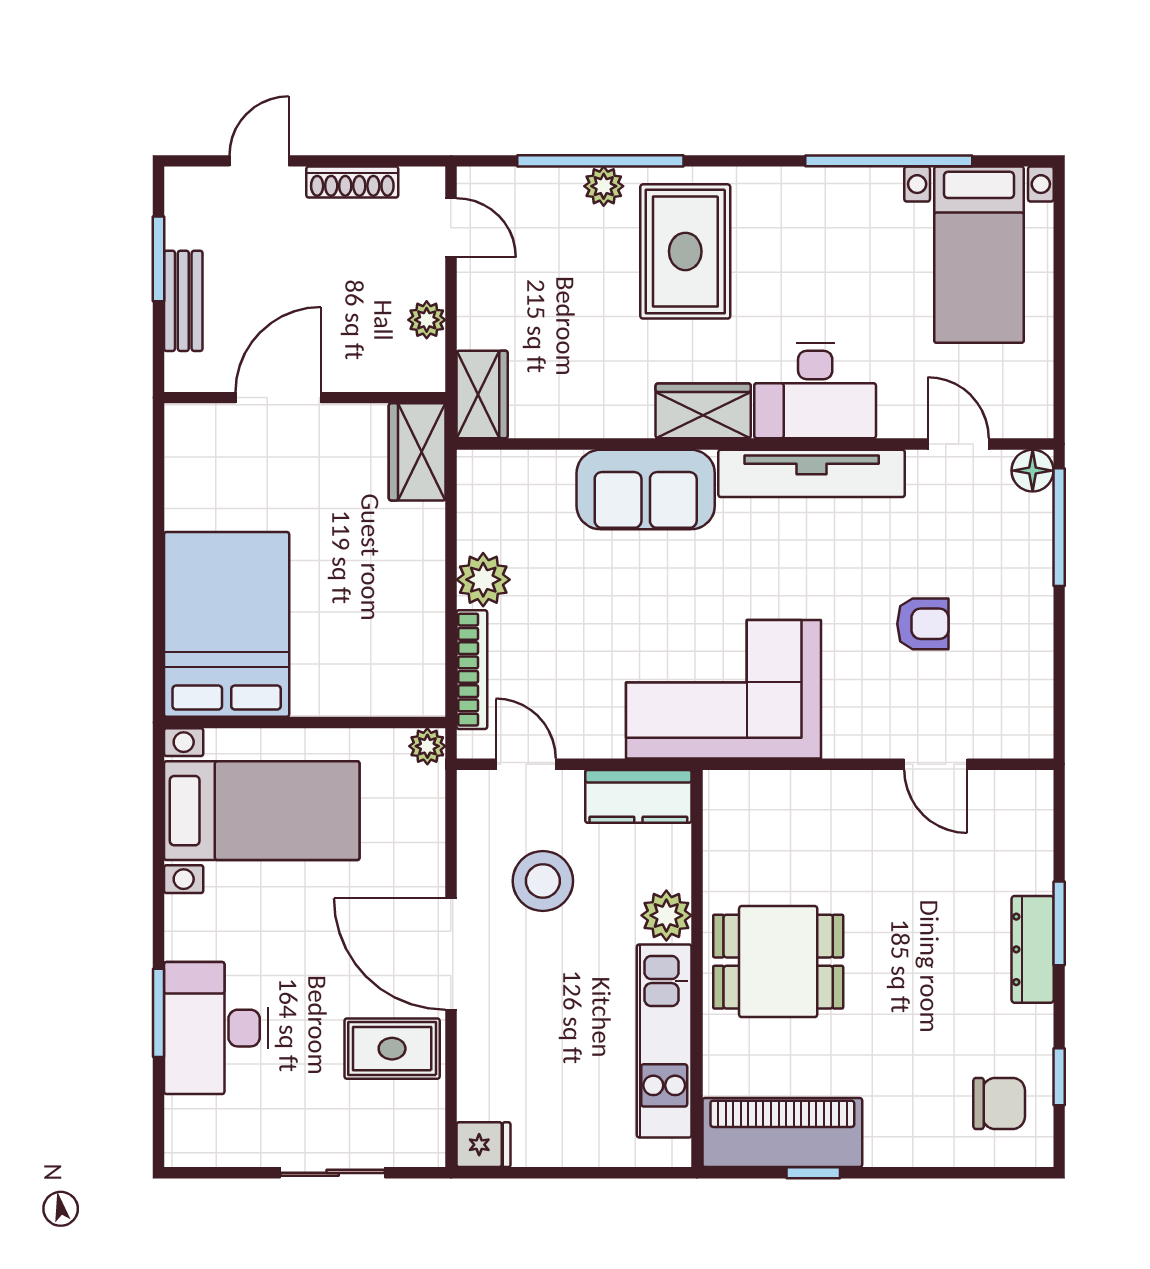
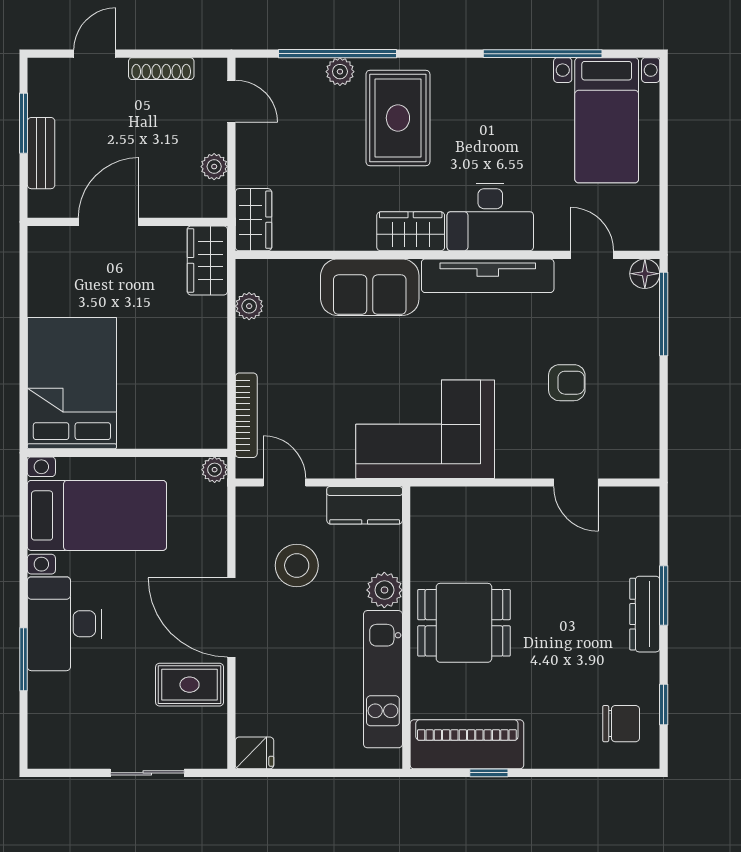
plant: (483, 580) -> (249, 306), moved, width x0.73, depth x0.73
desk: (216, 1028) -> (64, 624), moved

